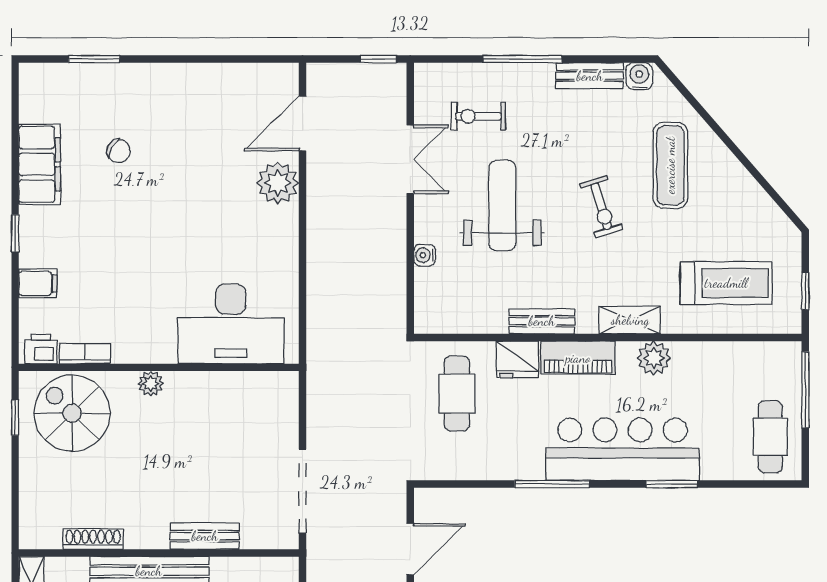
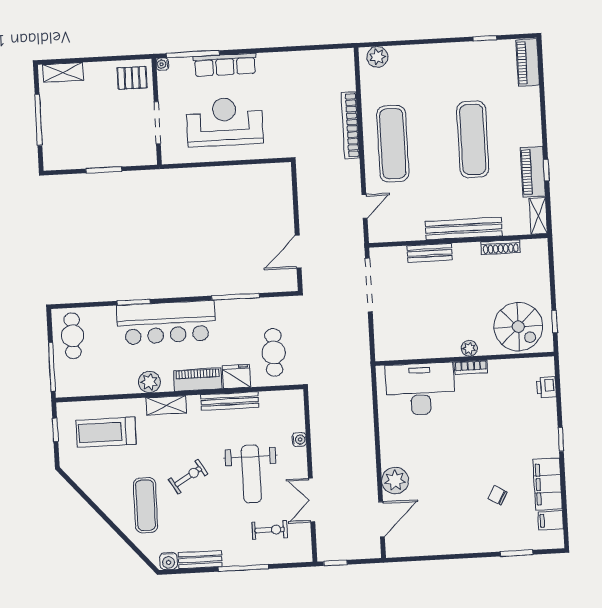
exercise bike: (601, 206) -> (188, 477), turned 76
filing cabinet: (38, 283) -> (551, 520), moved
bench: (542, 321) -> (230, 401), width x1.36
printer: (41, 349) -> (546, 387), moved, turned 90
bookcase: (85, 354) -> (471, 367), moved
window: (552, 484) -> (236, 297), moved

